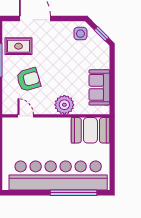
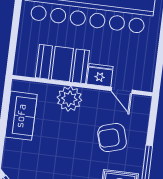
fridge: (44, 125) -> (100, 75), added
booth: (90, 130) -> (62, 64), moved

